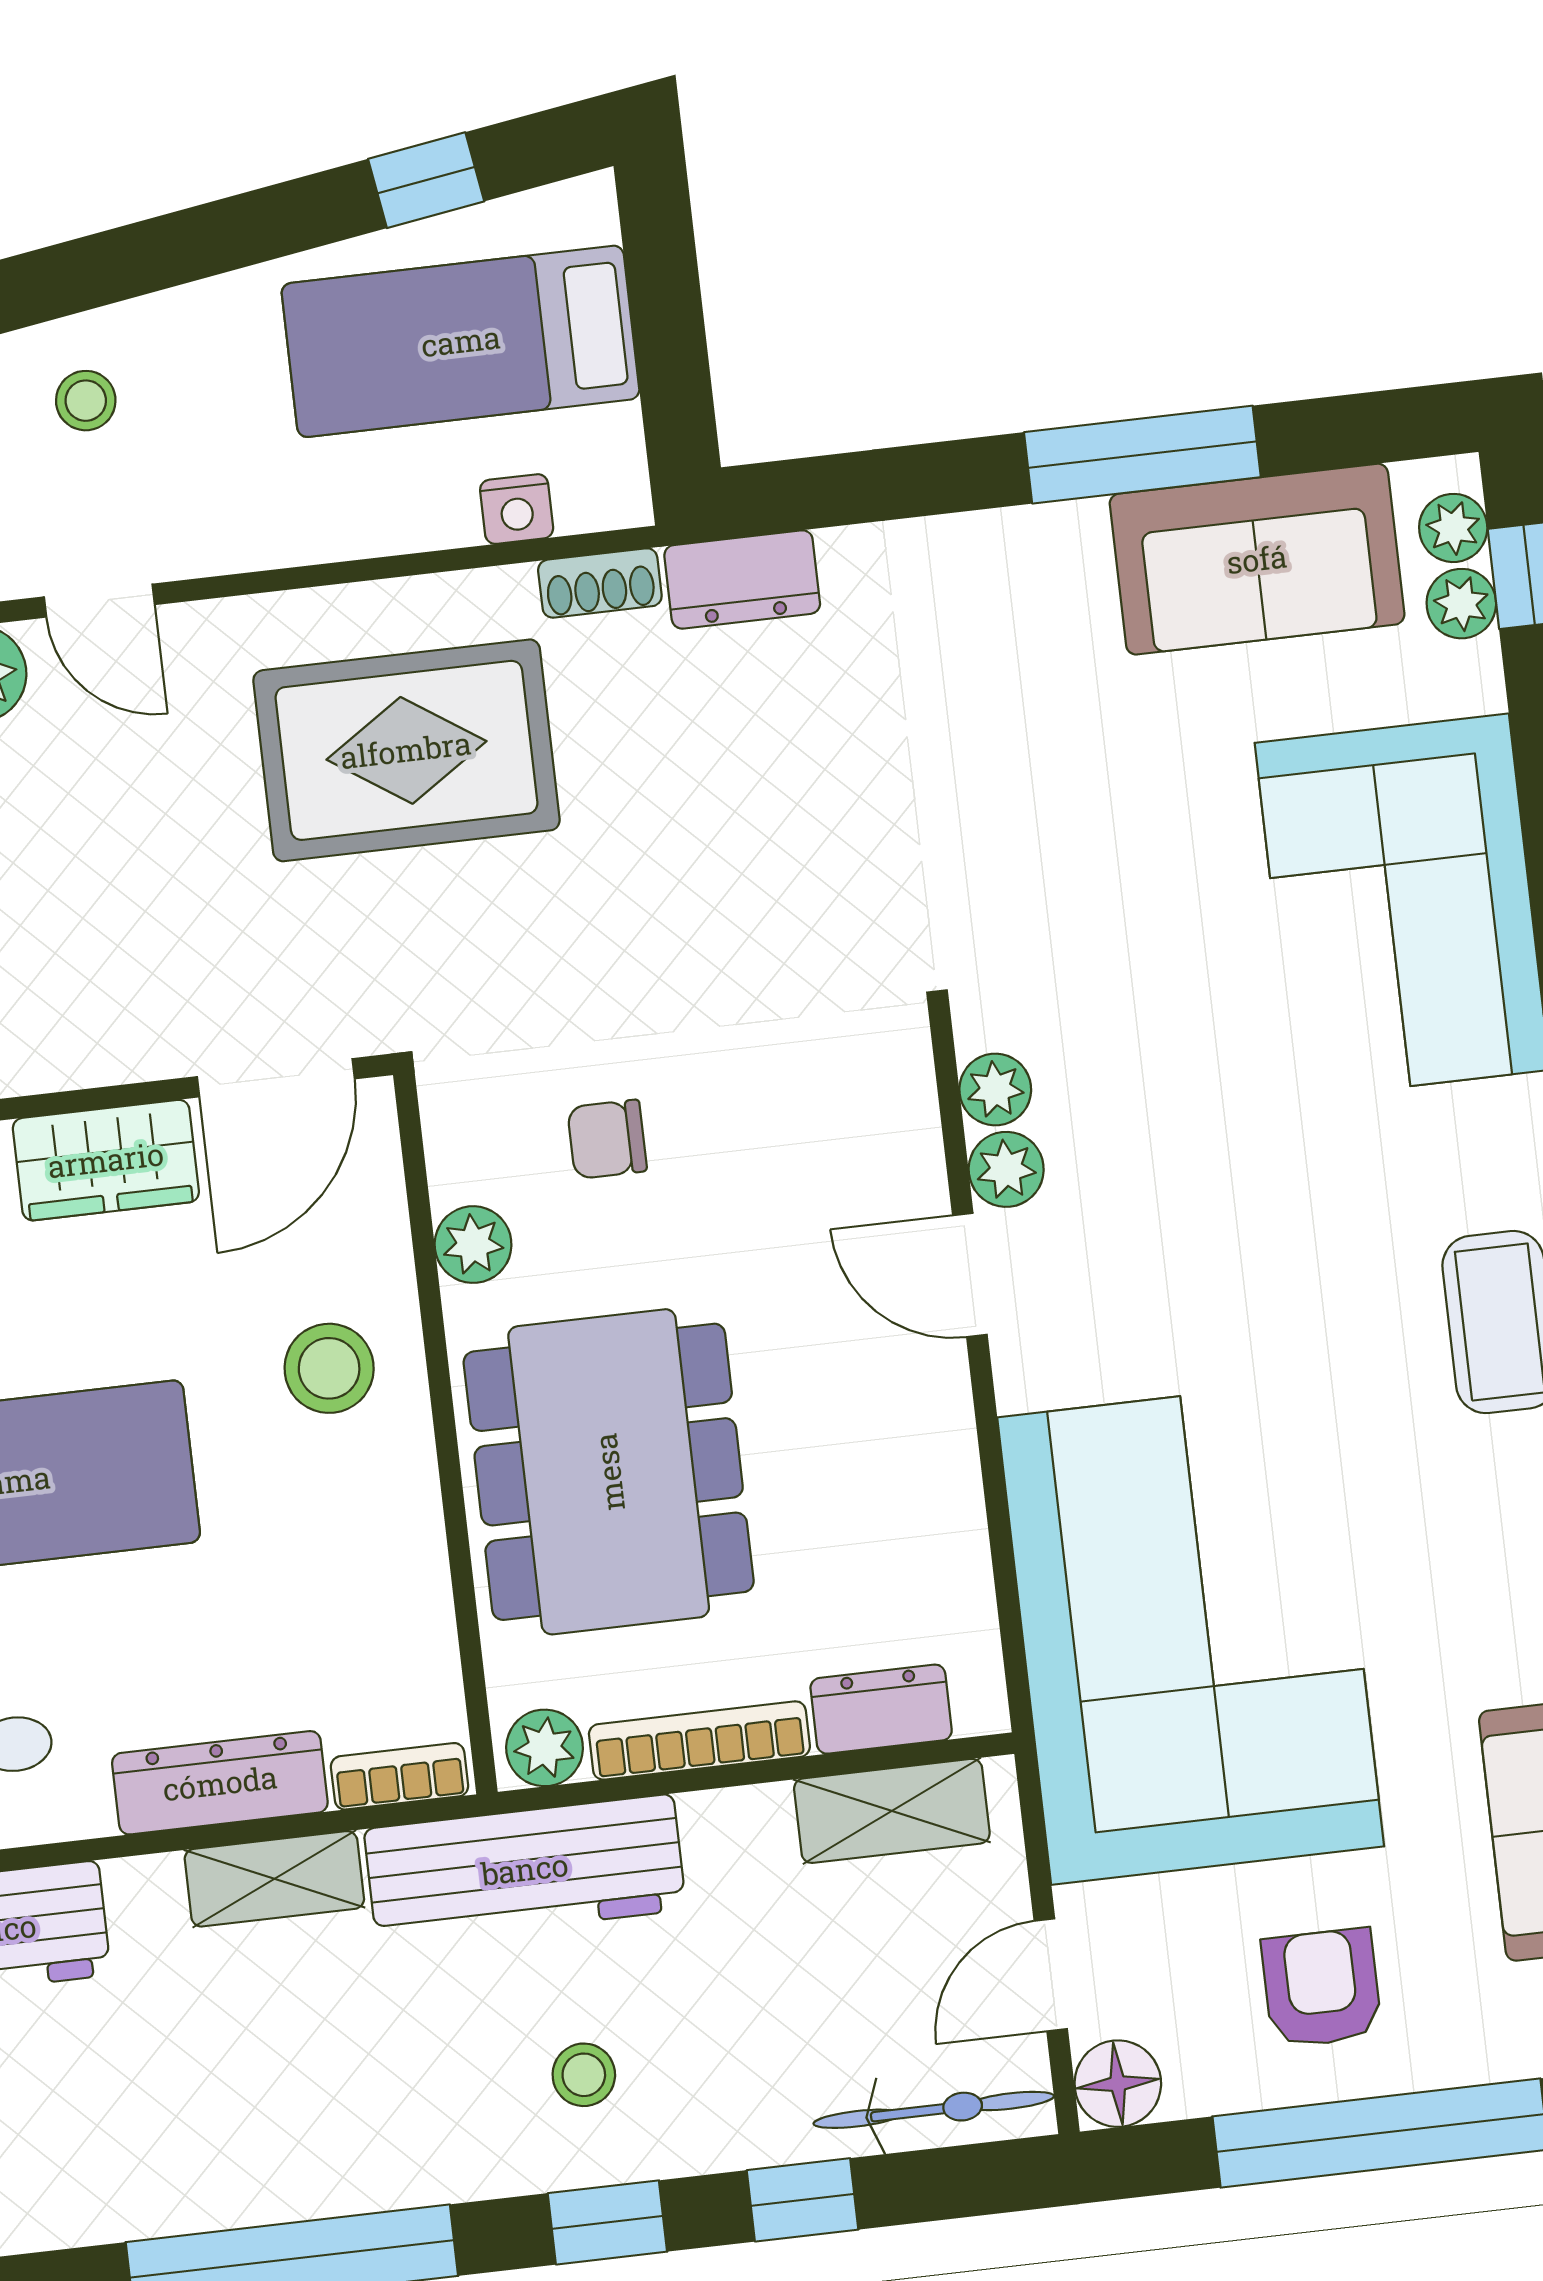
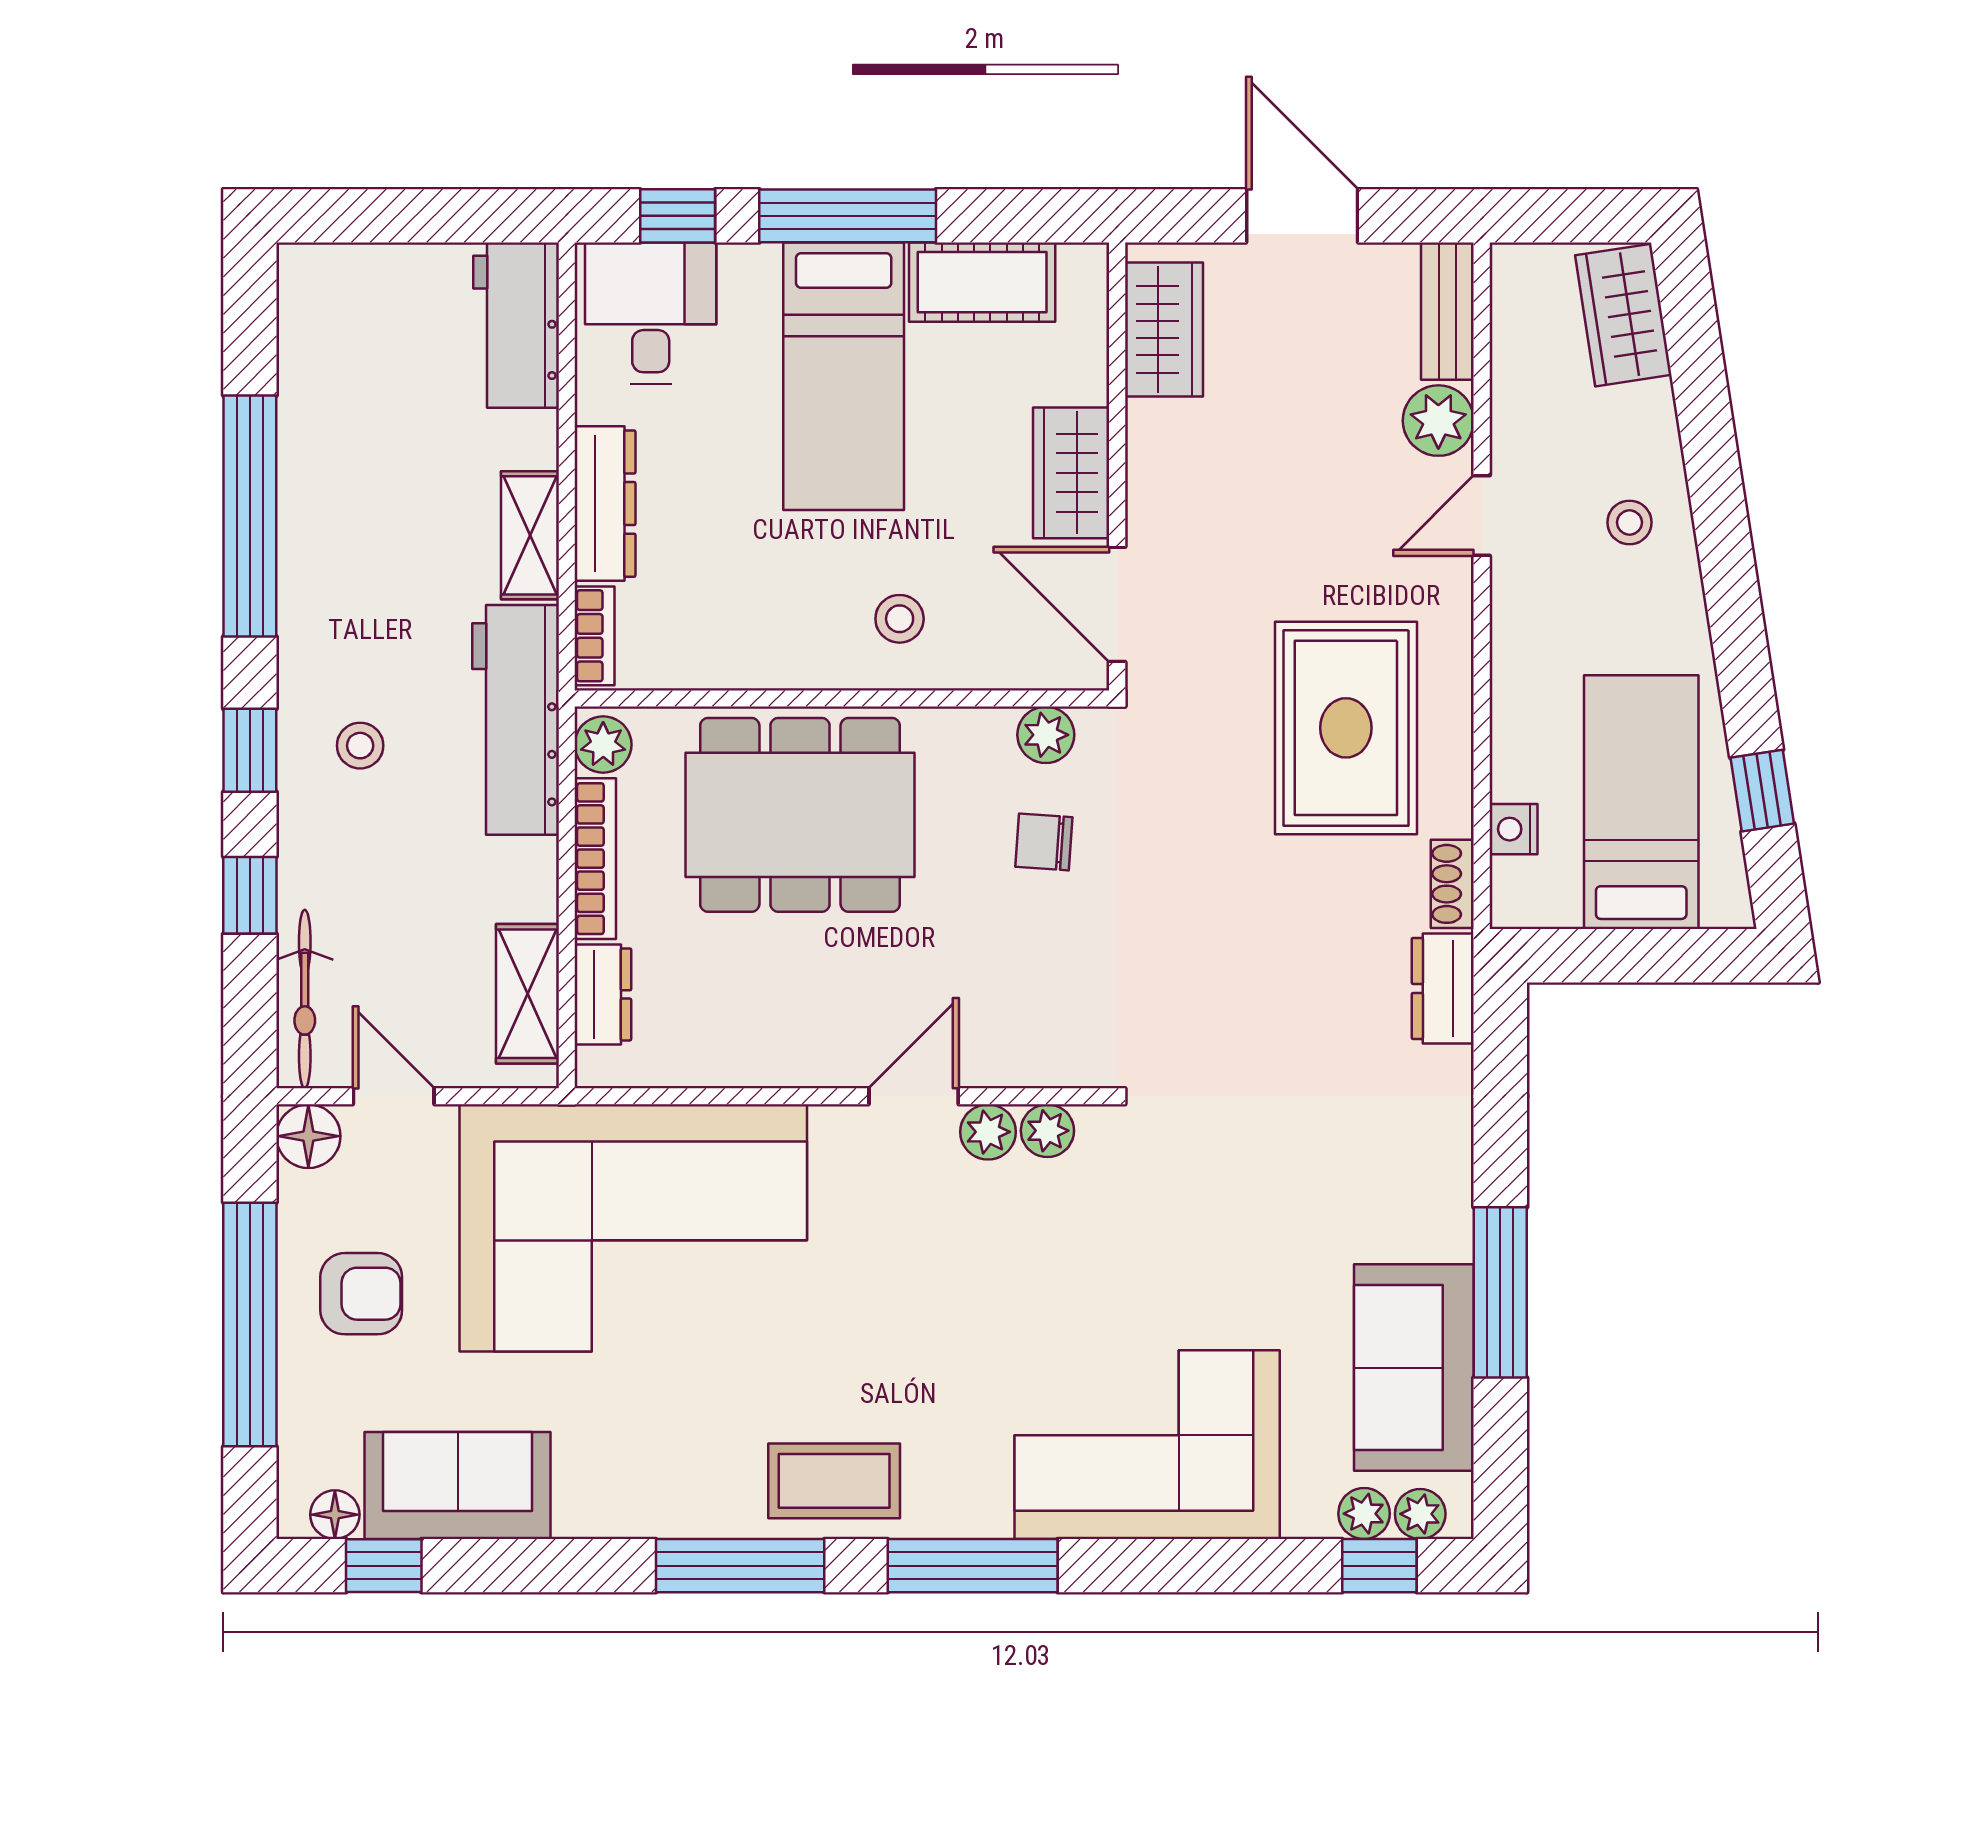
chair: (607, 1139) -> (1044, 842), turned -86
plant: (473, 1245) -> (1046, 735), moved
stool: (329, 1368) -> (900, 619), width x0.73, depth x0.73

